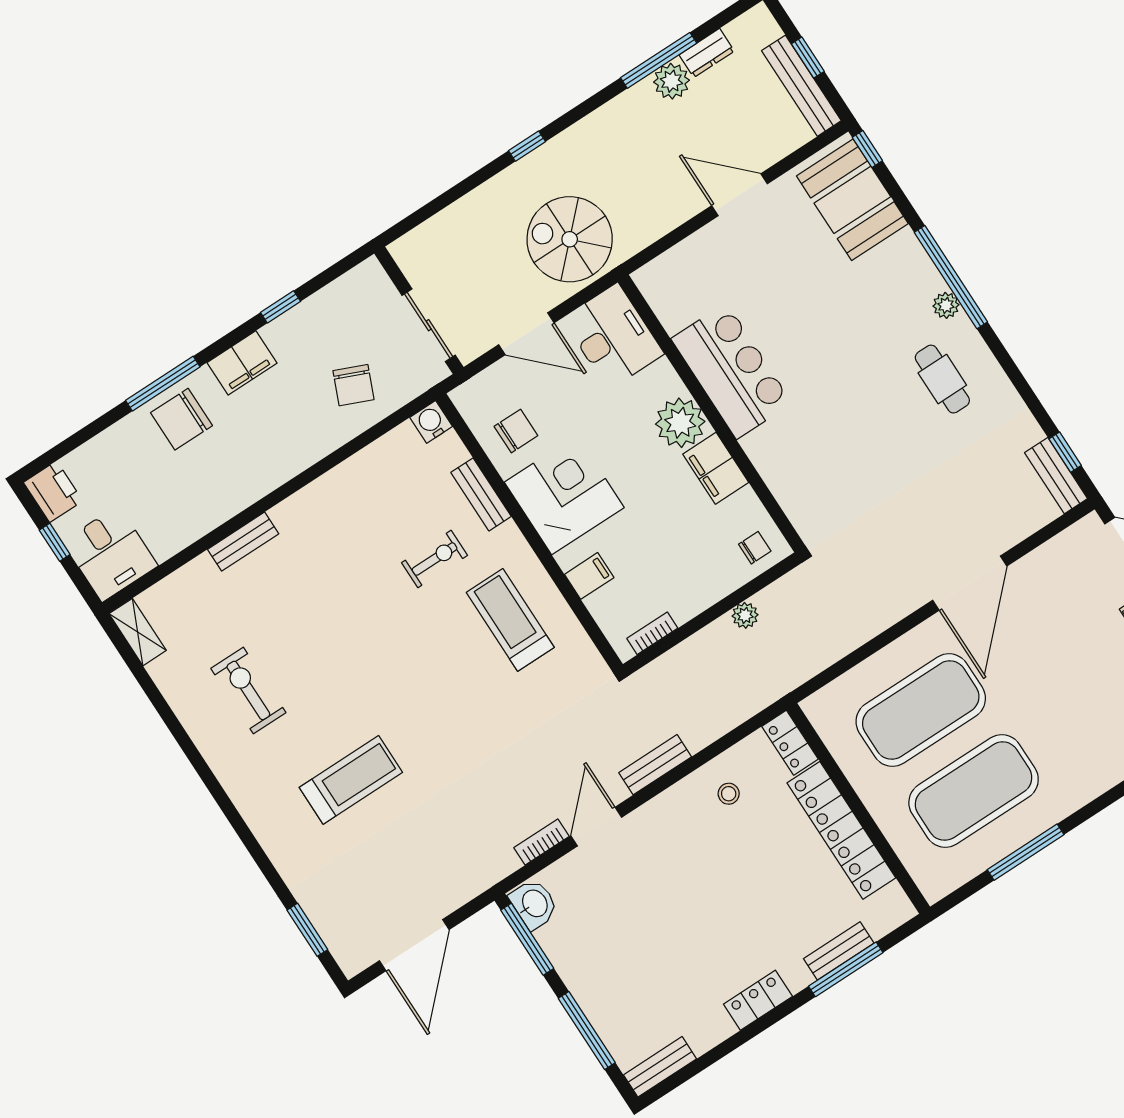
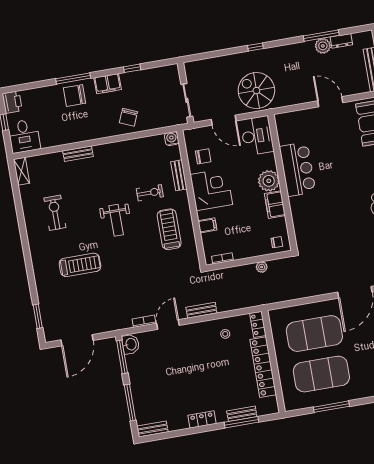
chair: (353, 385) -> (128, 117), moved
weight bench: (387, 650) -> (116, 220), added

